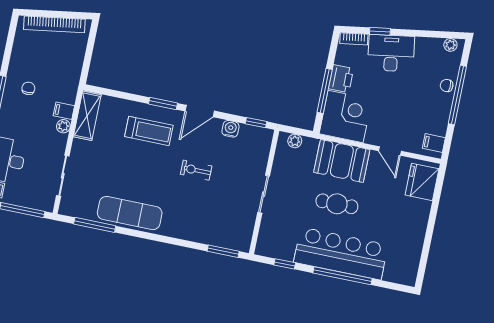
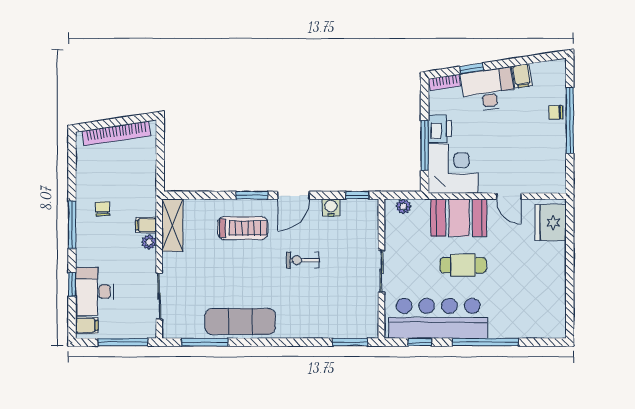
plant: (450, 45) -> (551, 67), removed
filing cabinet: (434, 143) -> (522, 76), moved, turned -99
bar counter: (341, 253) -> (438, 318), moved

